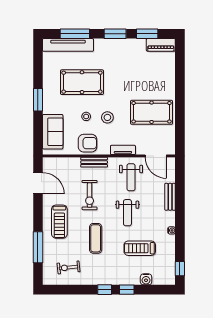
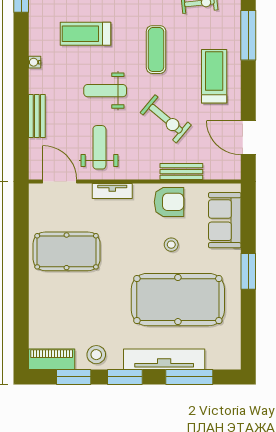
tv unit: (68, 45) -> (164, 359), moved
pool table: (82, 82) -> (178, 300), width x1.36, depth x1.32
stool: (107, 117) -> (96, 355), moved
armchair: (88, 143) -> (169, 202), turned 180
bench: (94, 162) -> (181, 172), moved
exercise bike: (90, 195) -> (166, 119), turned 130
weight bench: (127, 213) -> (105, 91), turned -90
treadmill: (140, 248) -> (85, 34), turned 180

